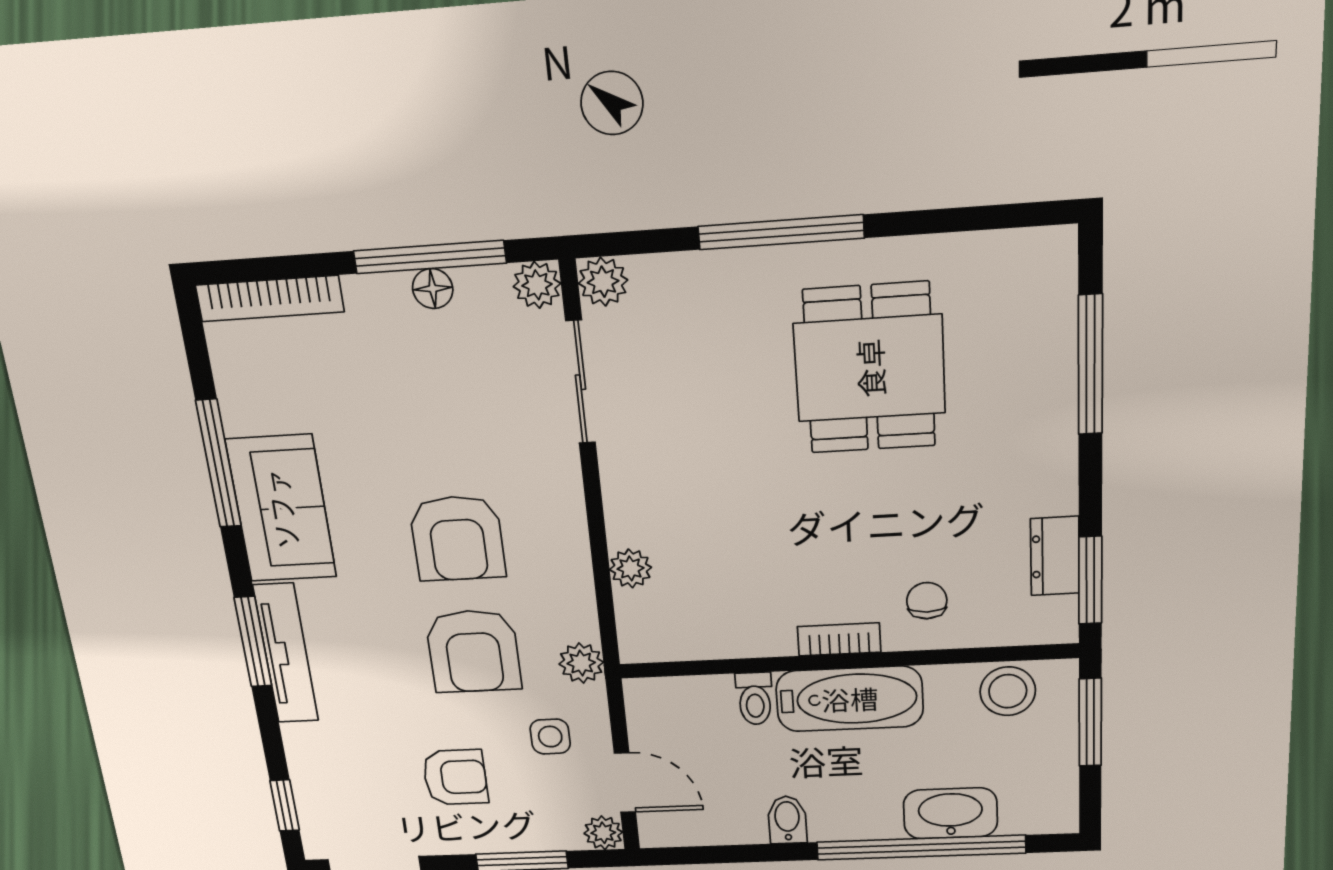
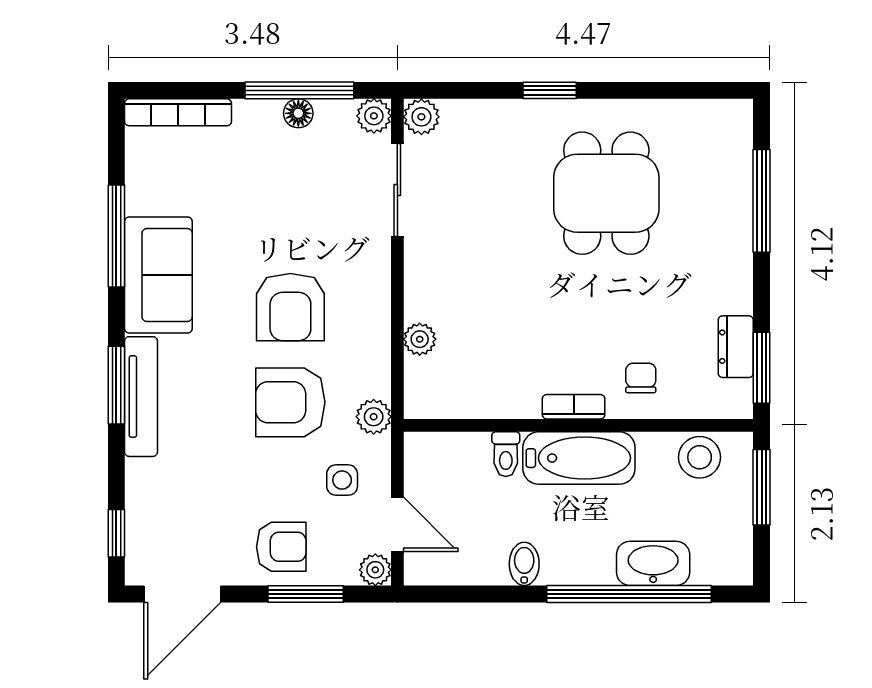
window: (781, 232) -> (550, 90), width x0.46
armchair: (473, 651) -> (290, 402), turned 90
armchair: (455, 777) -> (281, 547), moved

